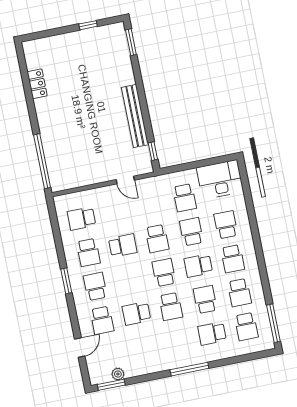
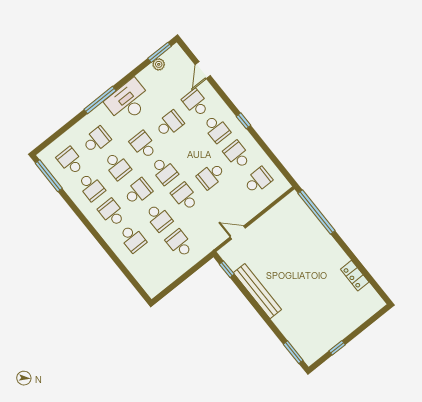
desk: (220, 179) -> (128, 101), moved, turned 180
window: (66, 281) -> (243, 121), width x0.67
school desk: (239, 293) -> (91, 187), turned 180

